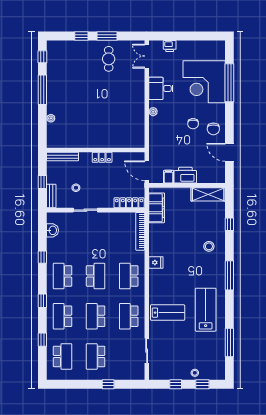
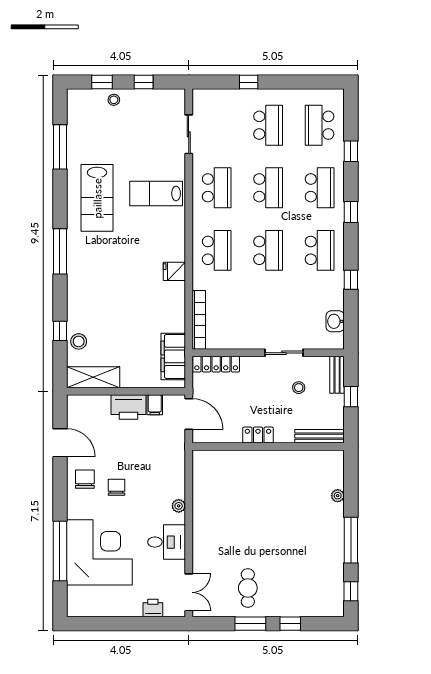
stool: (209, 246) -> (79, 341), moved
school desk: (96, 276) -> (268, 250), turned 180

